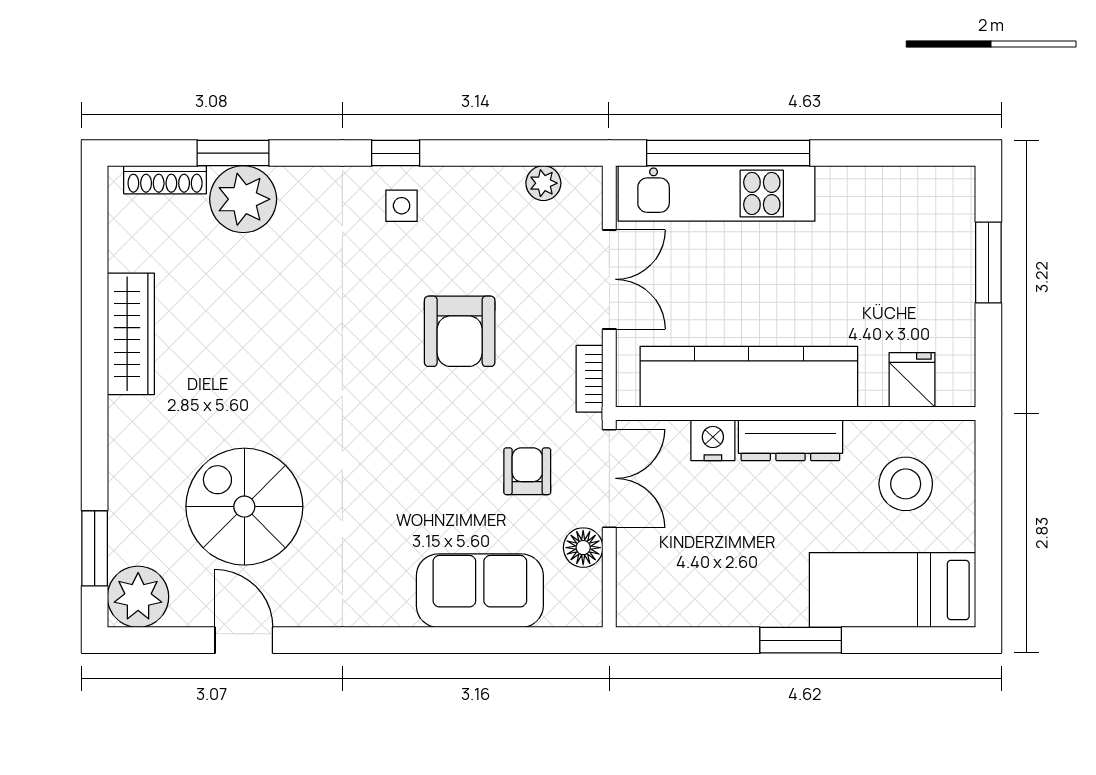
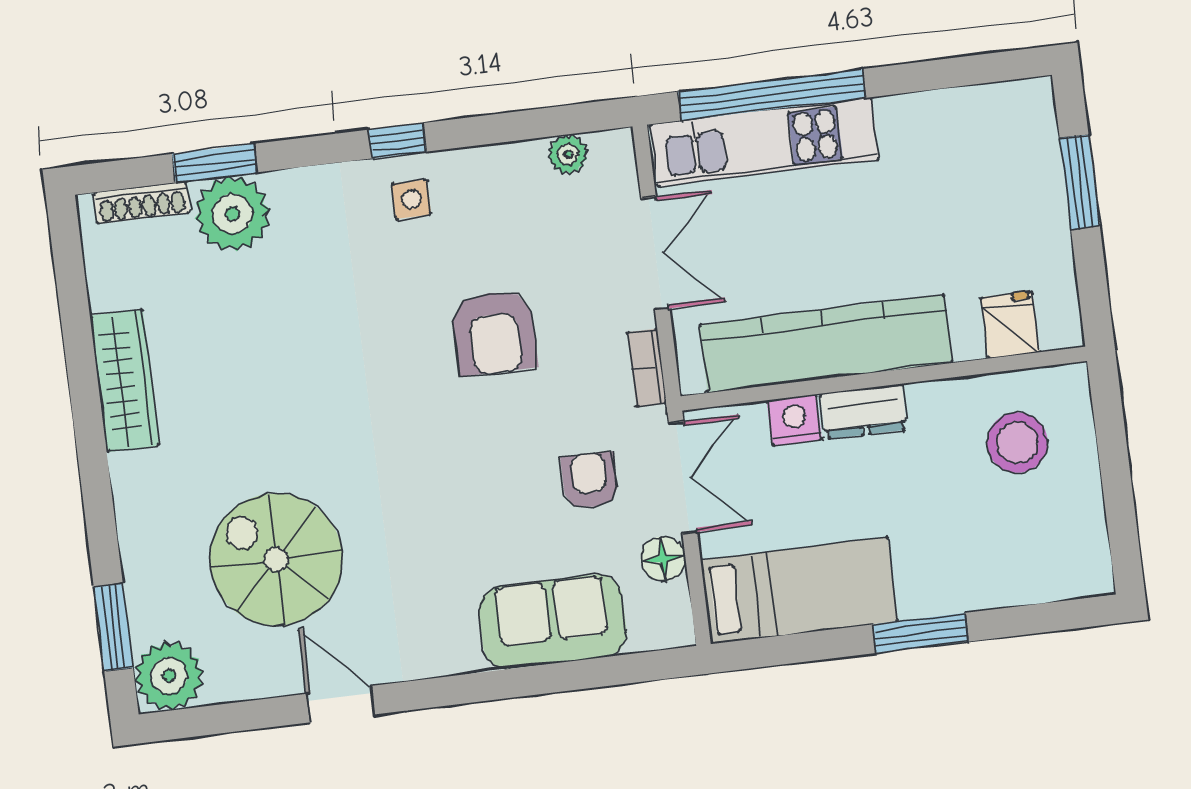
dresser: (790, 440) -> (864, 412), width x0.70
bed: (892, 590) -> (799, 591), moved, turned 180
door: (244, 640) -> (340, 704), moved

